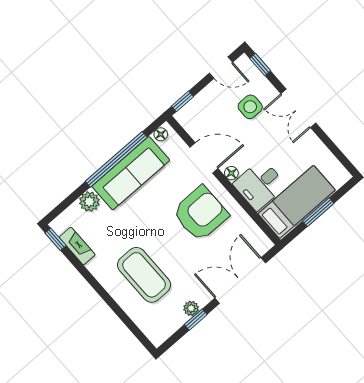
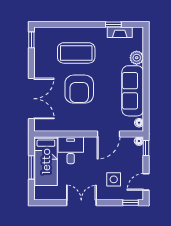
double door: (298, 108) -> (81, 203), moved
window: (116, 159) -> (146, 90), removed
floor lamp: (231, 173) -> (139, 141), moved
armchair: (200, 214) -> (79, 89), moved
window: (56, 239) -> (113, 24), moved
plant: (191, 308) -> (39, 62), removed
window: (196, 320) -> (31, 40), moved

